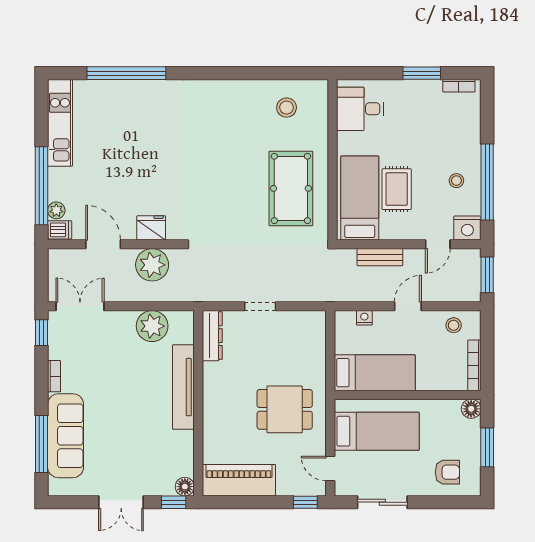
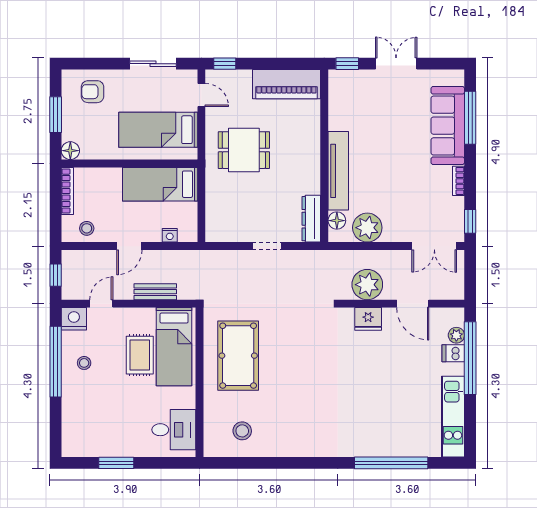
bookcase: (459, 86) -> (82, 451), removed
dishwasher: (60, 230) -> (453, 353), moved
window: (487, 275) -> (56, 275), width x0.67
floor lamp: (185, 487) -> (337, 221), moved

